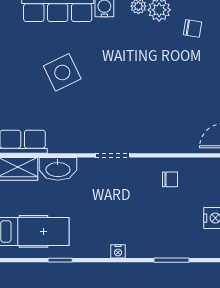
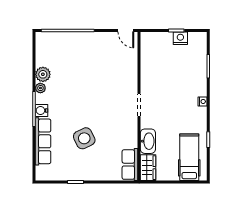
chair: (192, 28) -> (55, 52), removed
chair: (170, 179) -> (155, 67), removed

